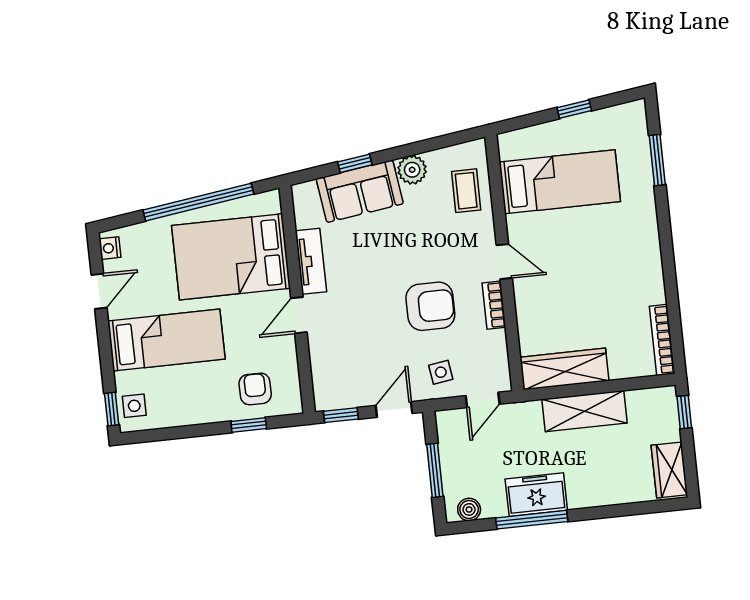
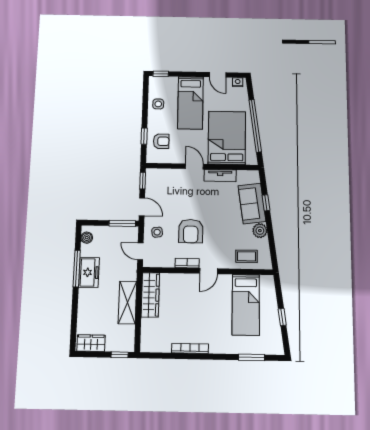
bookcase: (662, 340) -> (190, 348), moved
side table: (134, 406) -> (158, 104), moved
window: (435, 470) -> (122, 223), moved

